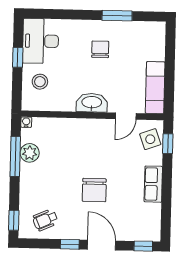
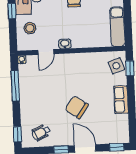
washbasin: (92, 103) -> (65, 44), width x0.52, depth x0.69
door: (126, 116) -> (46, 52), moved
plant: (30, 153) -> (26, 83), removed
chair: (94, 190) -> (77, 107), turned 125

